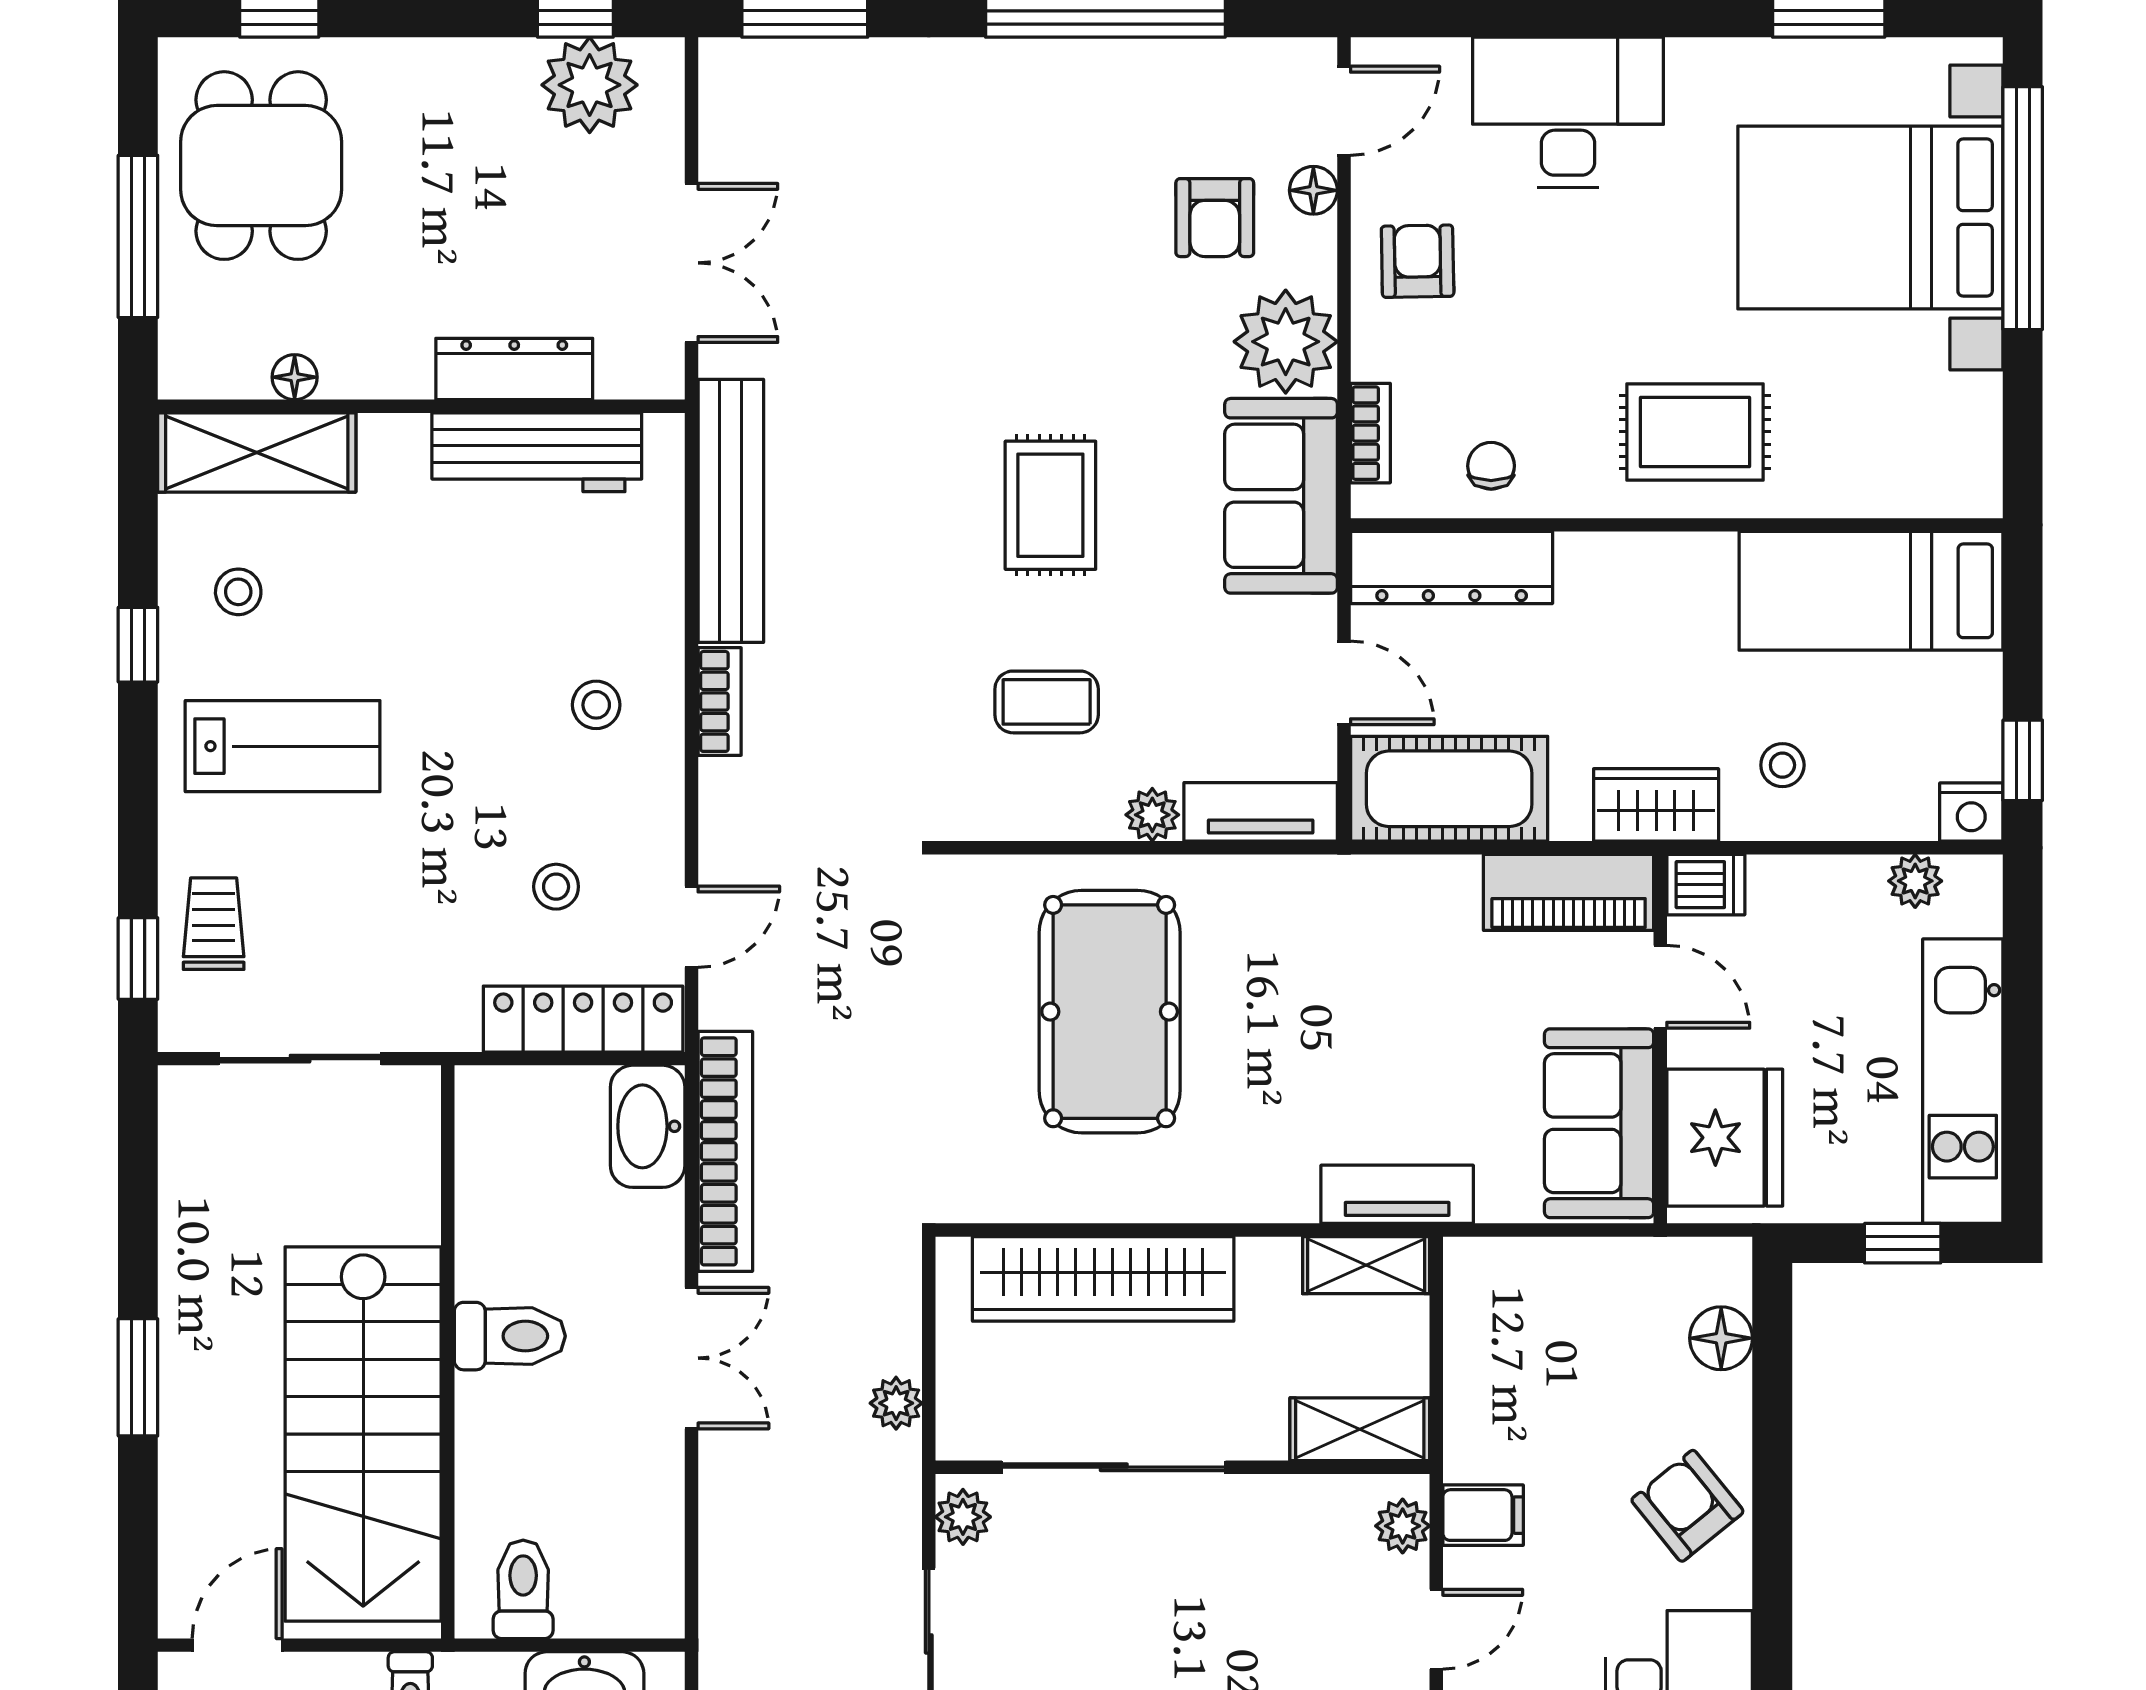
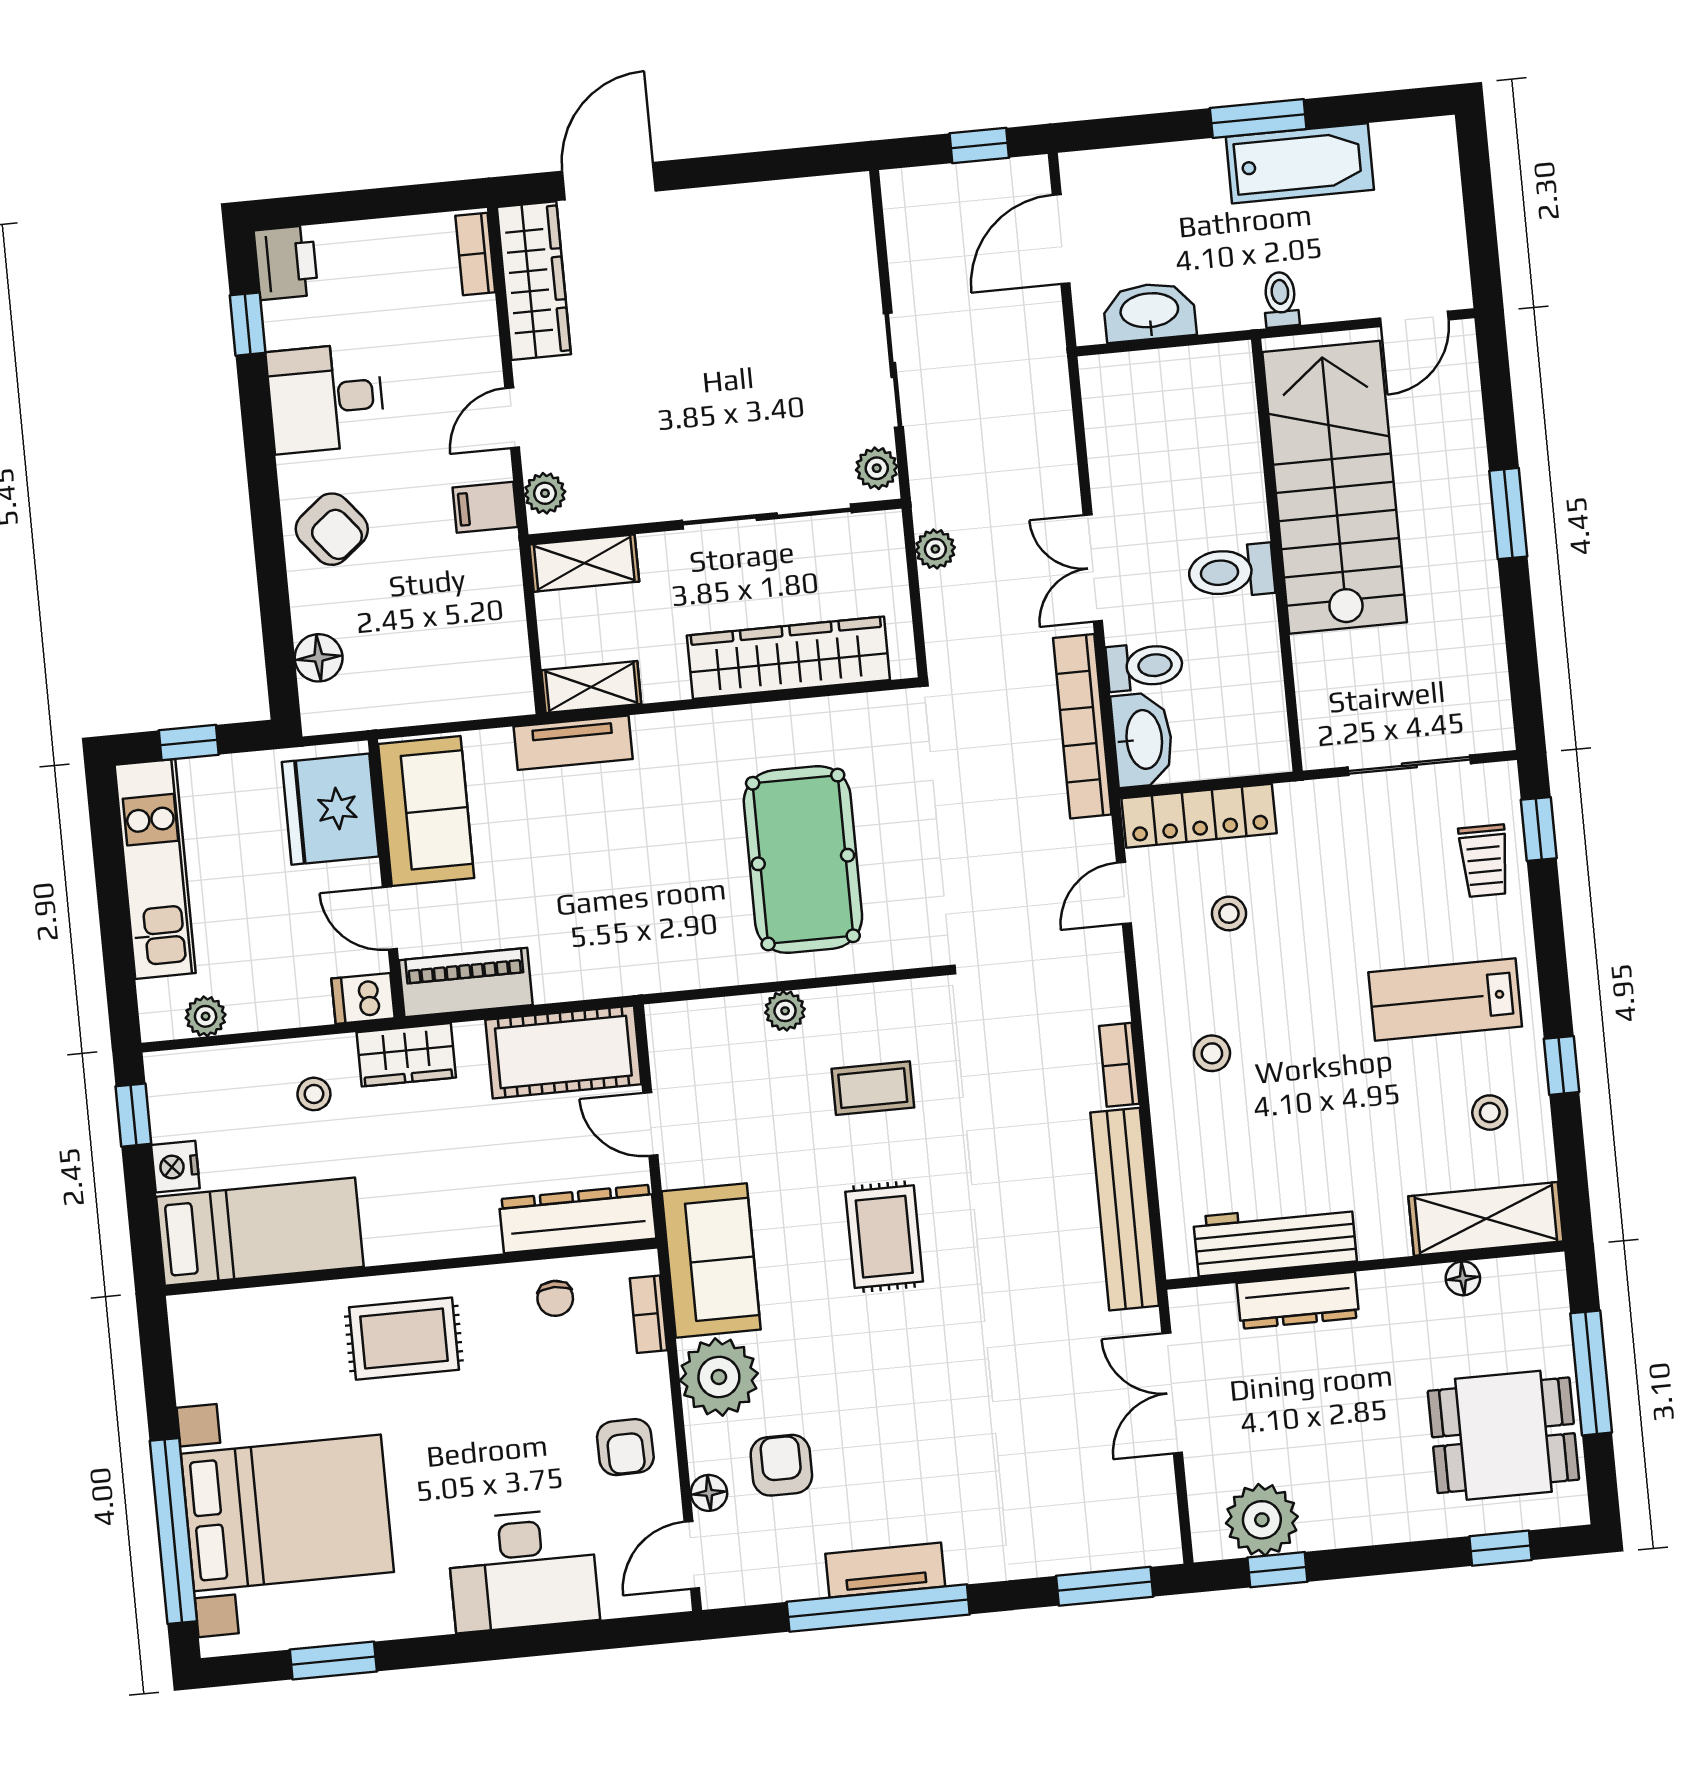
dining table: (261, 166) -> (1503, 1435), turned 90
tv unit: (1261, 812) -> (885, 1570), moved, turned 180
nightstand: (1971, 812) -> (175, 1167), moved, turned -90
toilet: (523, 1589) -> (1145, 666), moved, turned -90

